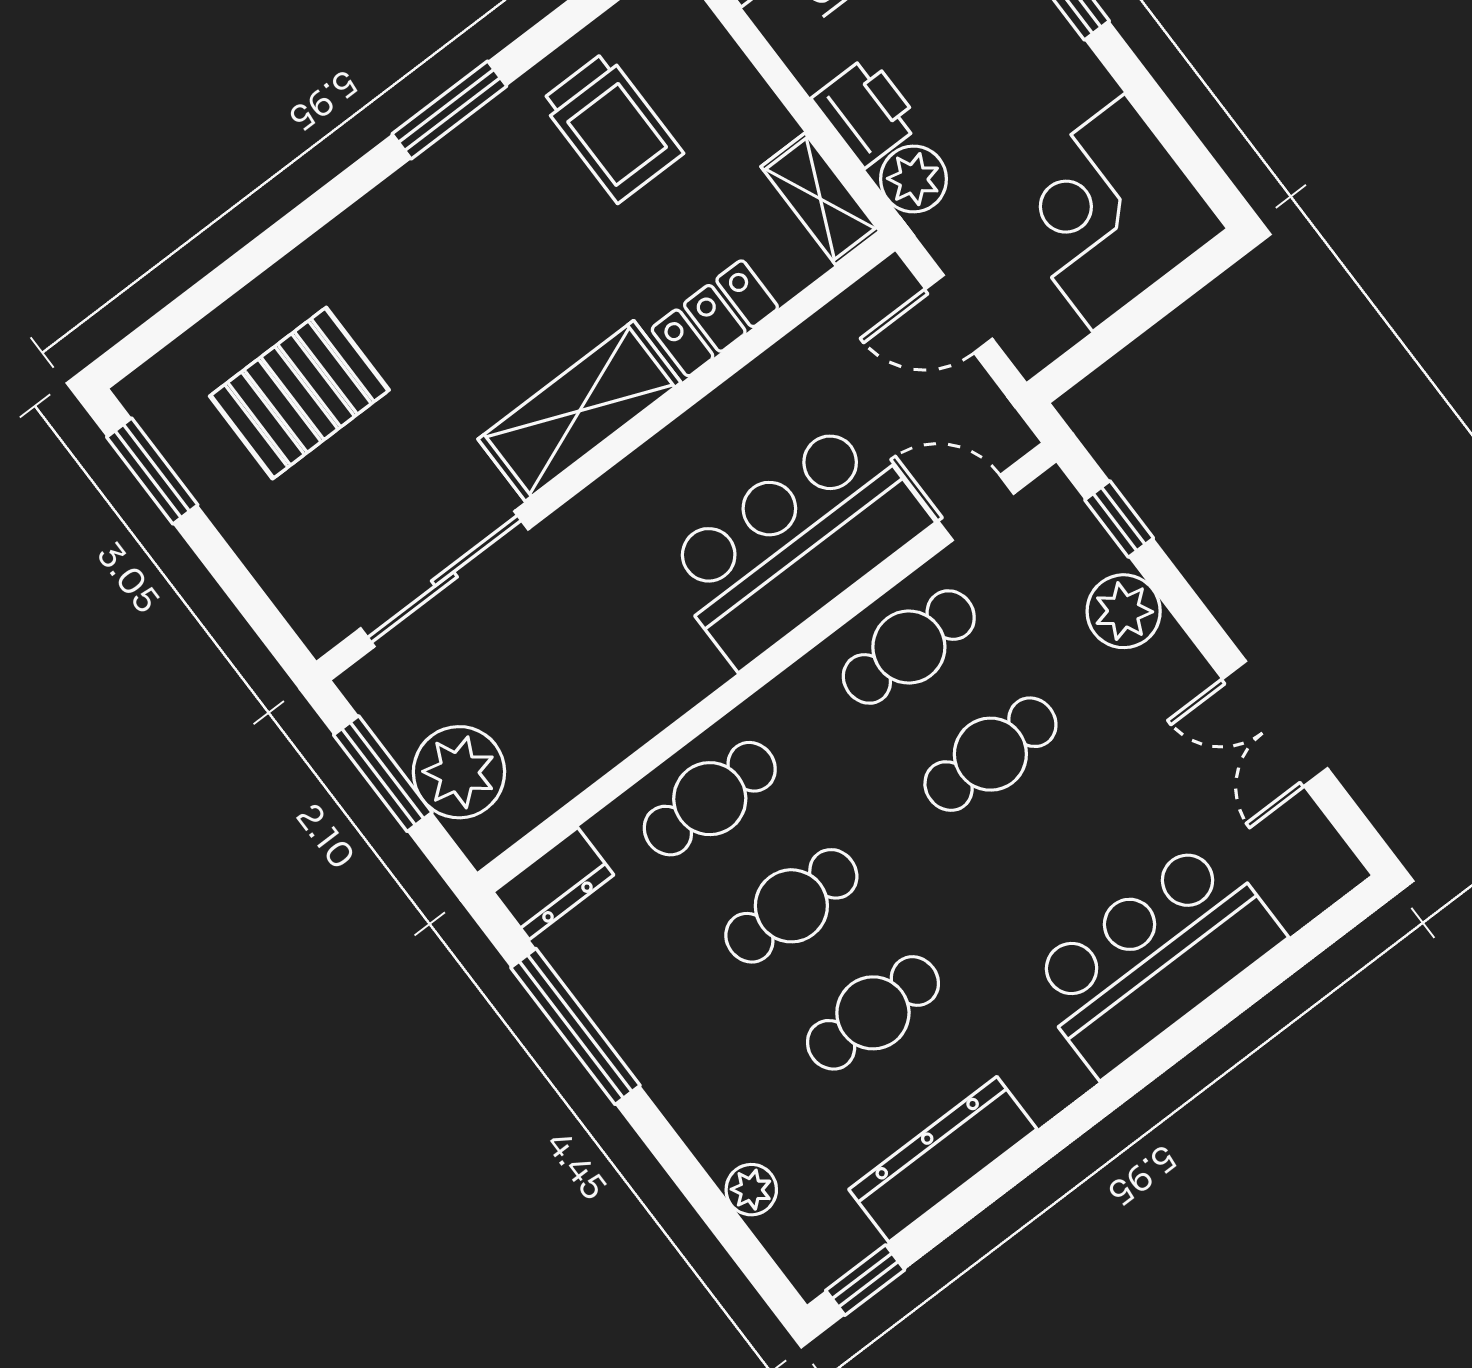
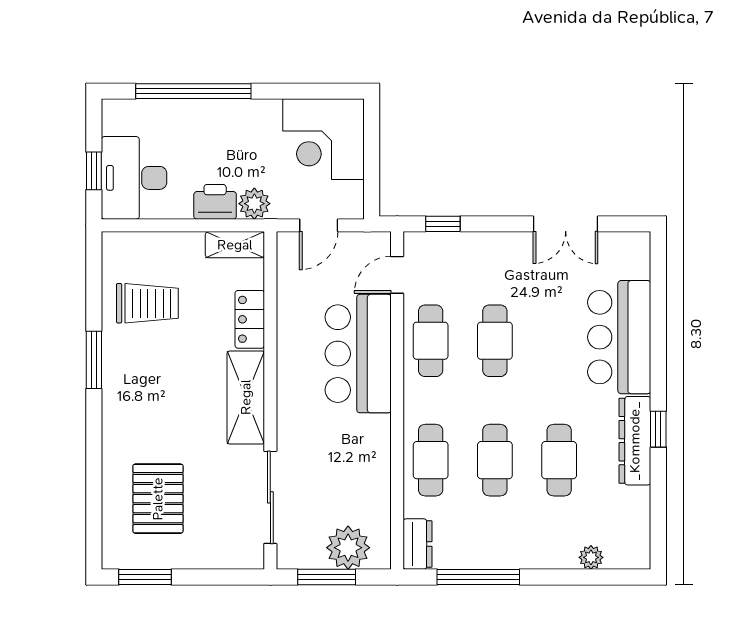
plant: (1124, 611) -> (479, 249), removed
dresser: (943, 1159) -> (635, 441), moved
window: (865, 1280) -> (658, 429), moved

